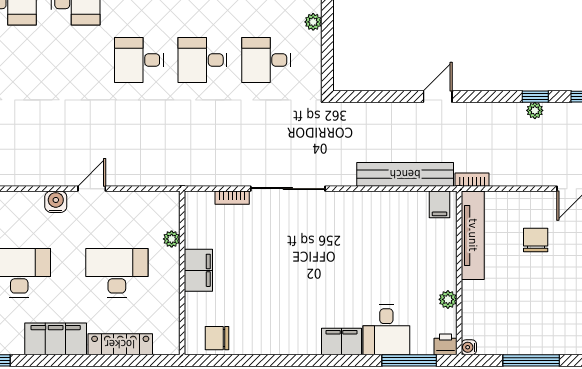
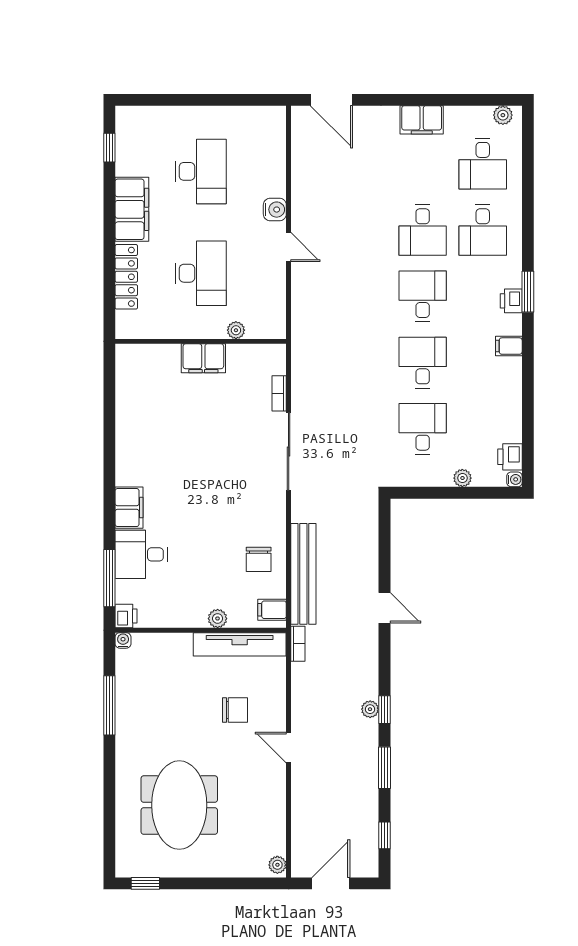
desk: (75, 60) -> (423, 230), added
plant: (448, 299) -> (218, 618), moved
chair: (217, 338) -> (259, 559), moved, turned 180

